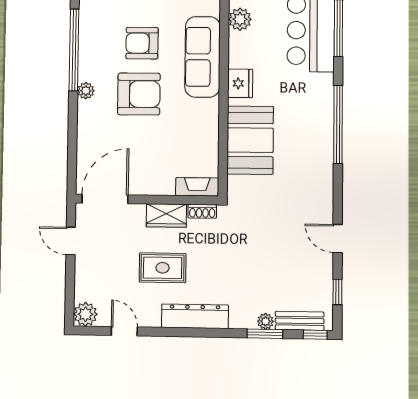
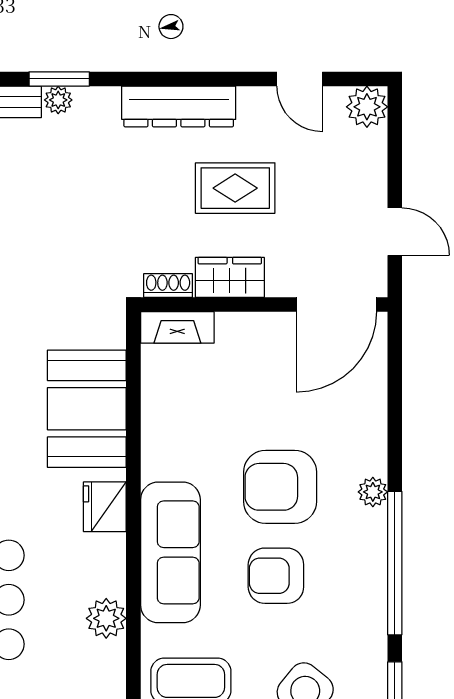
armchair: (142, 43) -> (276, 576), turned 180

